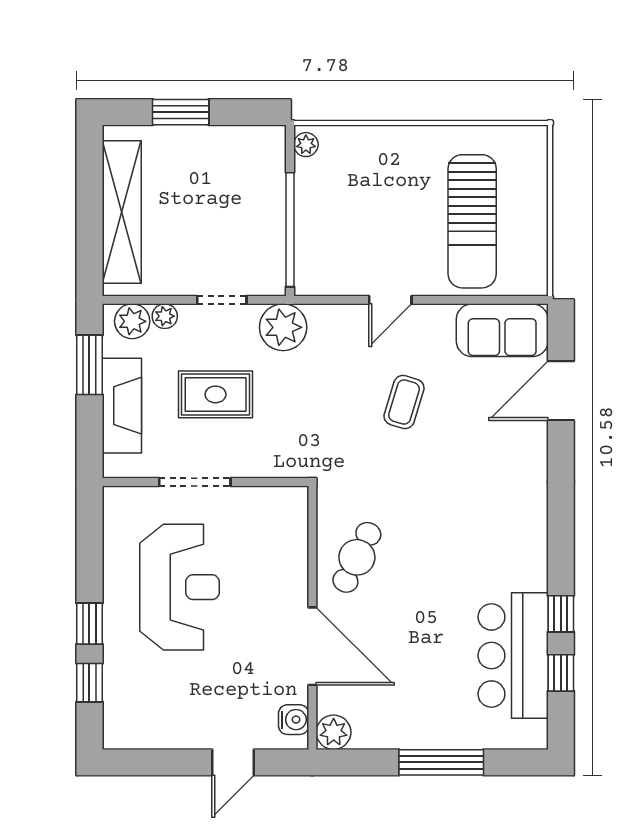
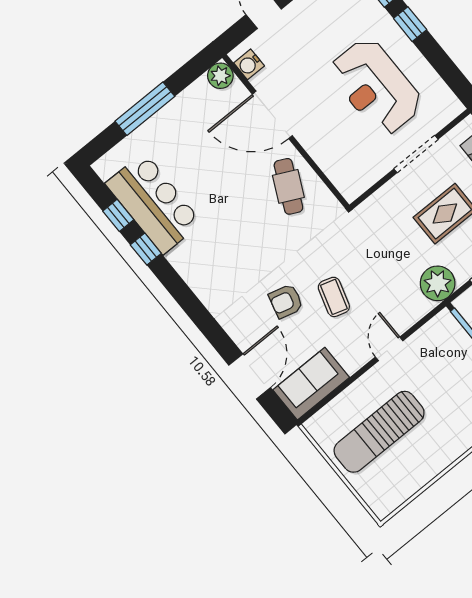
sun lounger: (472, 221) -> (379, 432), turned -90
armchair: (458, 439) -> (286, 301), added

